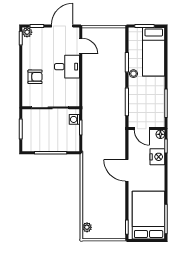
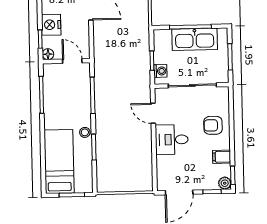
door: (81, 46) -> (153, 113), moved
filing cabinet: (29, 53) -> (222, 157), added
kitchen sink: (48, 143) -> (195, 39), added

